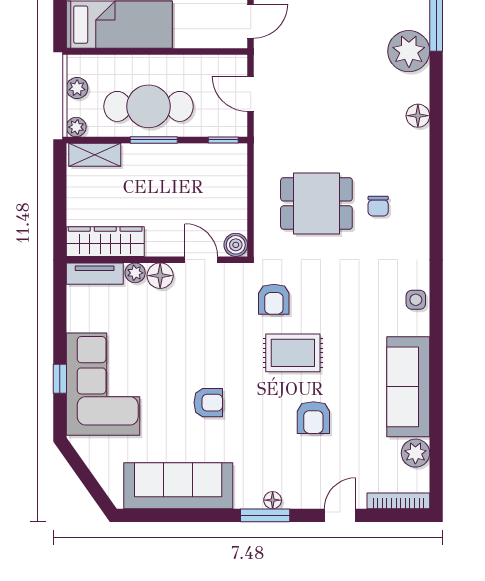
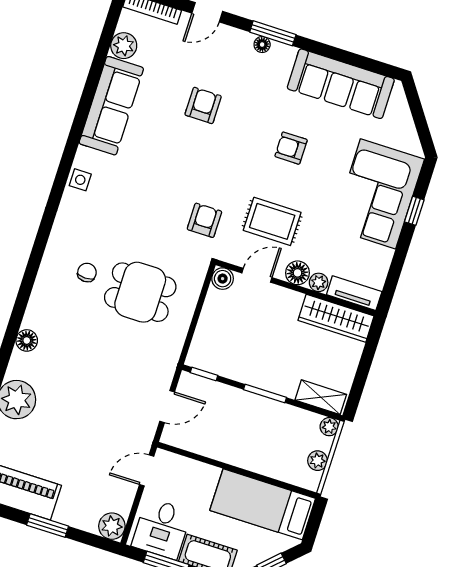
door: (251, 94) -> (167, 407), hinge flipped
cafe table: (149, 106) -> (260, 424), removed
door: (201, 260) -> (257, 275), swing flipped
rug: (293, 353) -> (272, 221), moved

